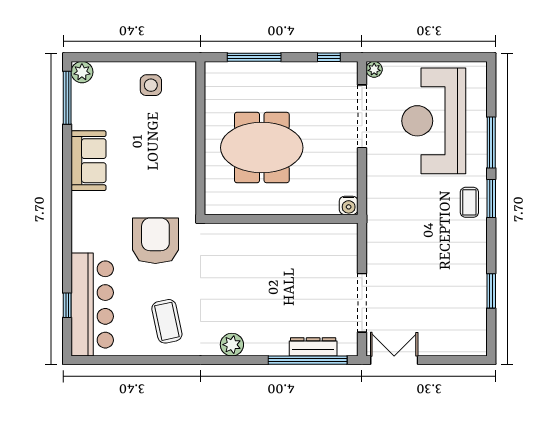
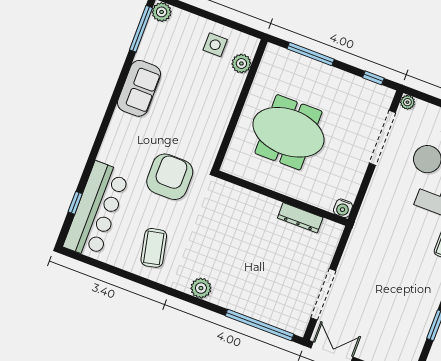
plant: (186, 94) -> (241, 63), added
dresser: (313, 347) -> (300, 218), moved, turned 180

